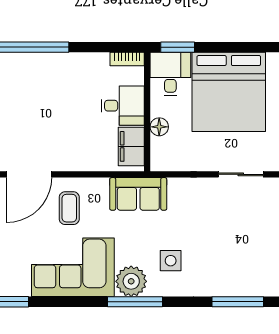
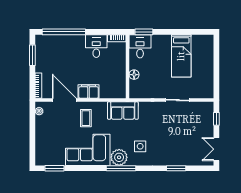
bed: (229, 92) -> (181, 56), width x0.49
desk: (123, 106) -> (96, 46), moved, turned -90
filing cabinet: (131, 146) -> (89, 92), moved, turned 90
door: (29, 174) -> (64, 100), swing flipped
window: (238, 302) -> (176, 168), width x0.69

